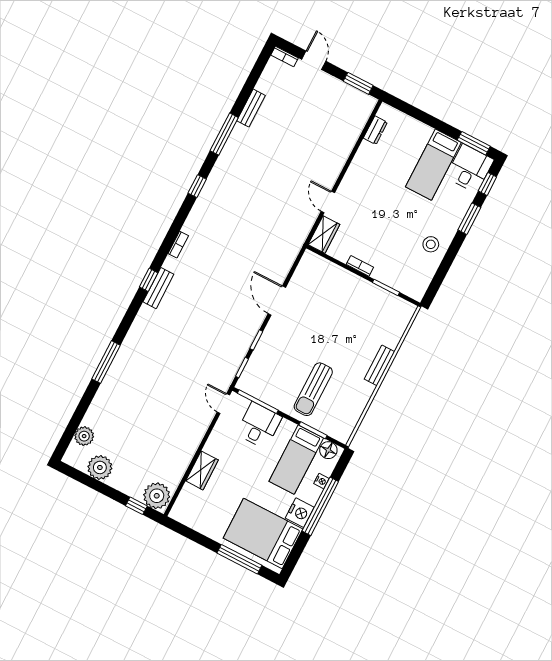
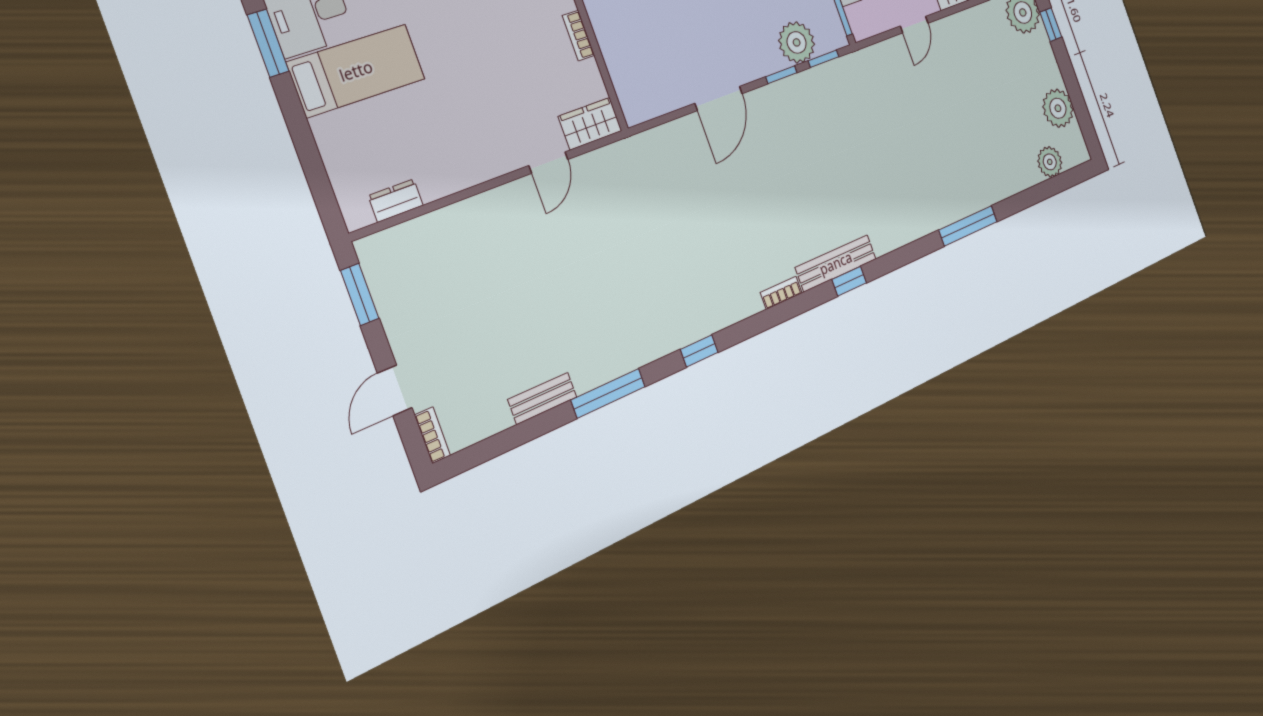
bench: (158, 288) -> (836, 263), width x1.36
plant: (261, 362) -> (797, 42), added
door: (223, 403) -> (914, 25), moved

